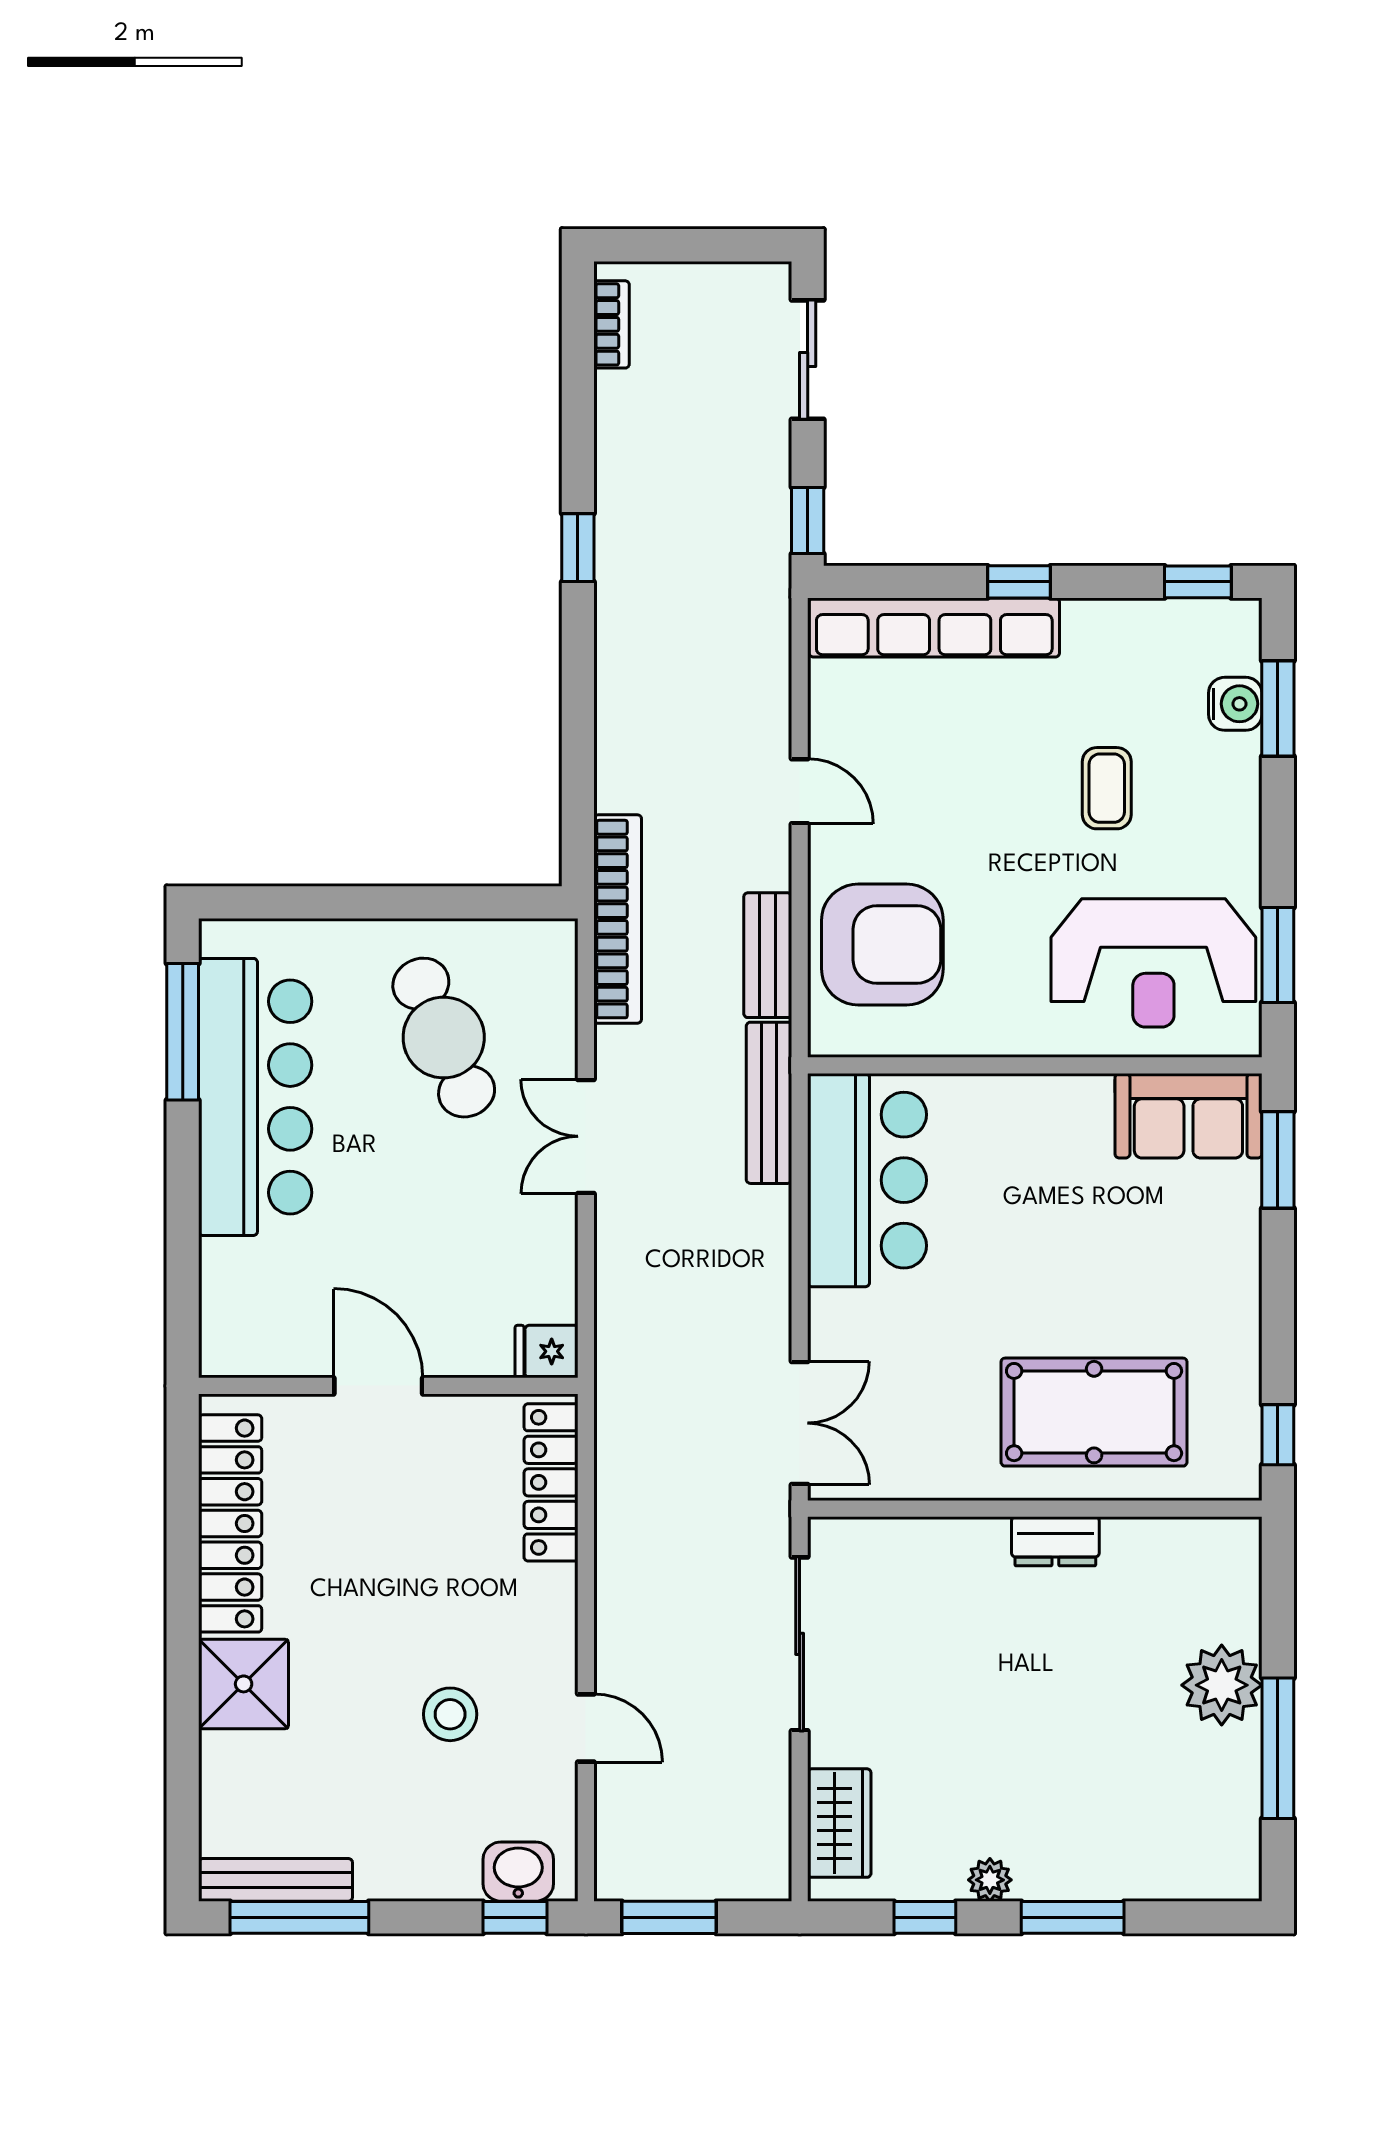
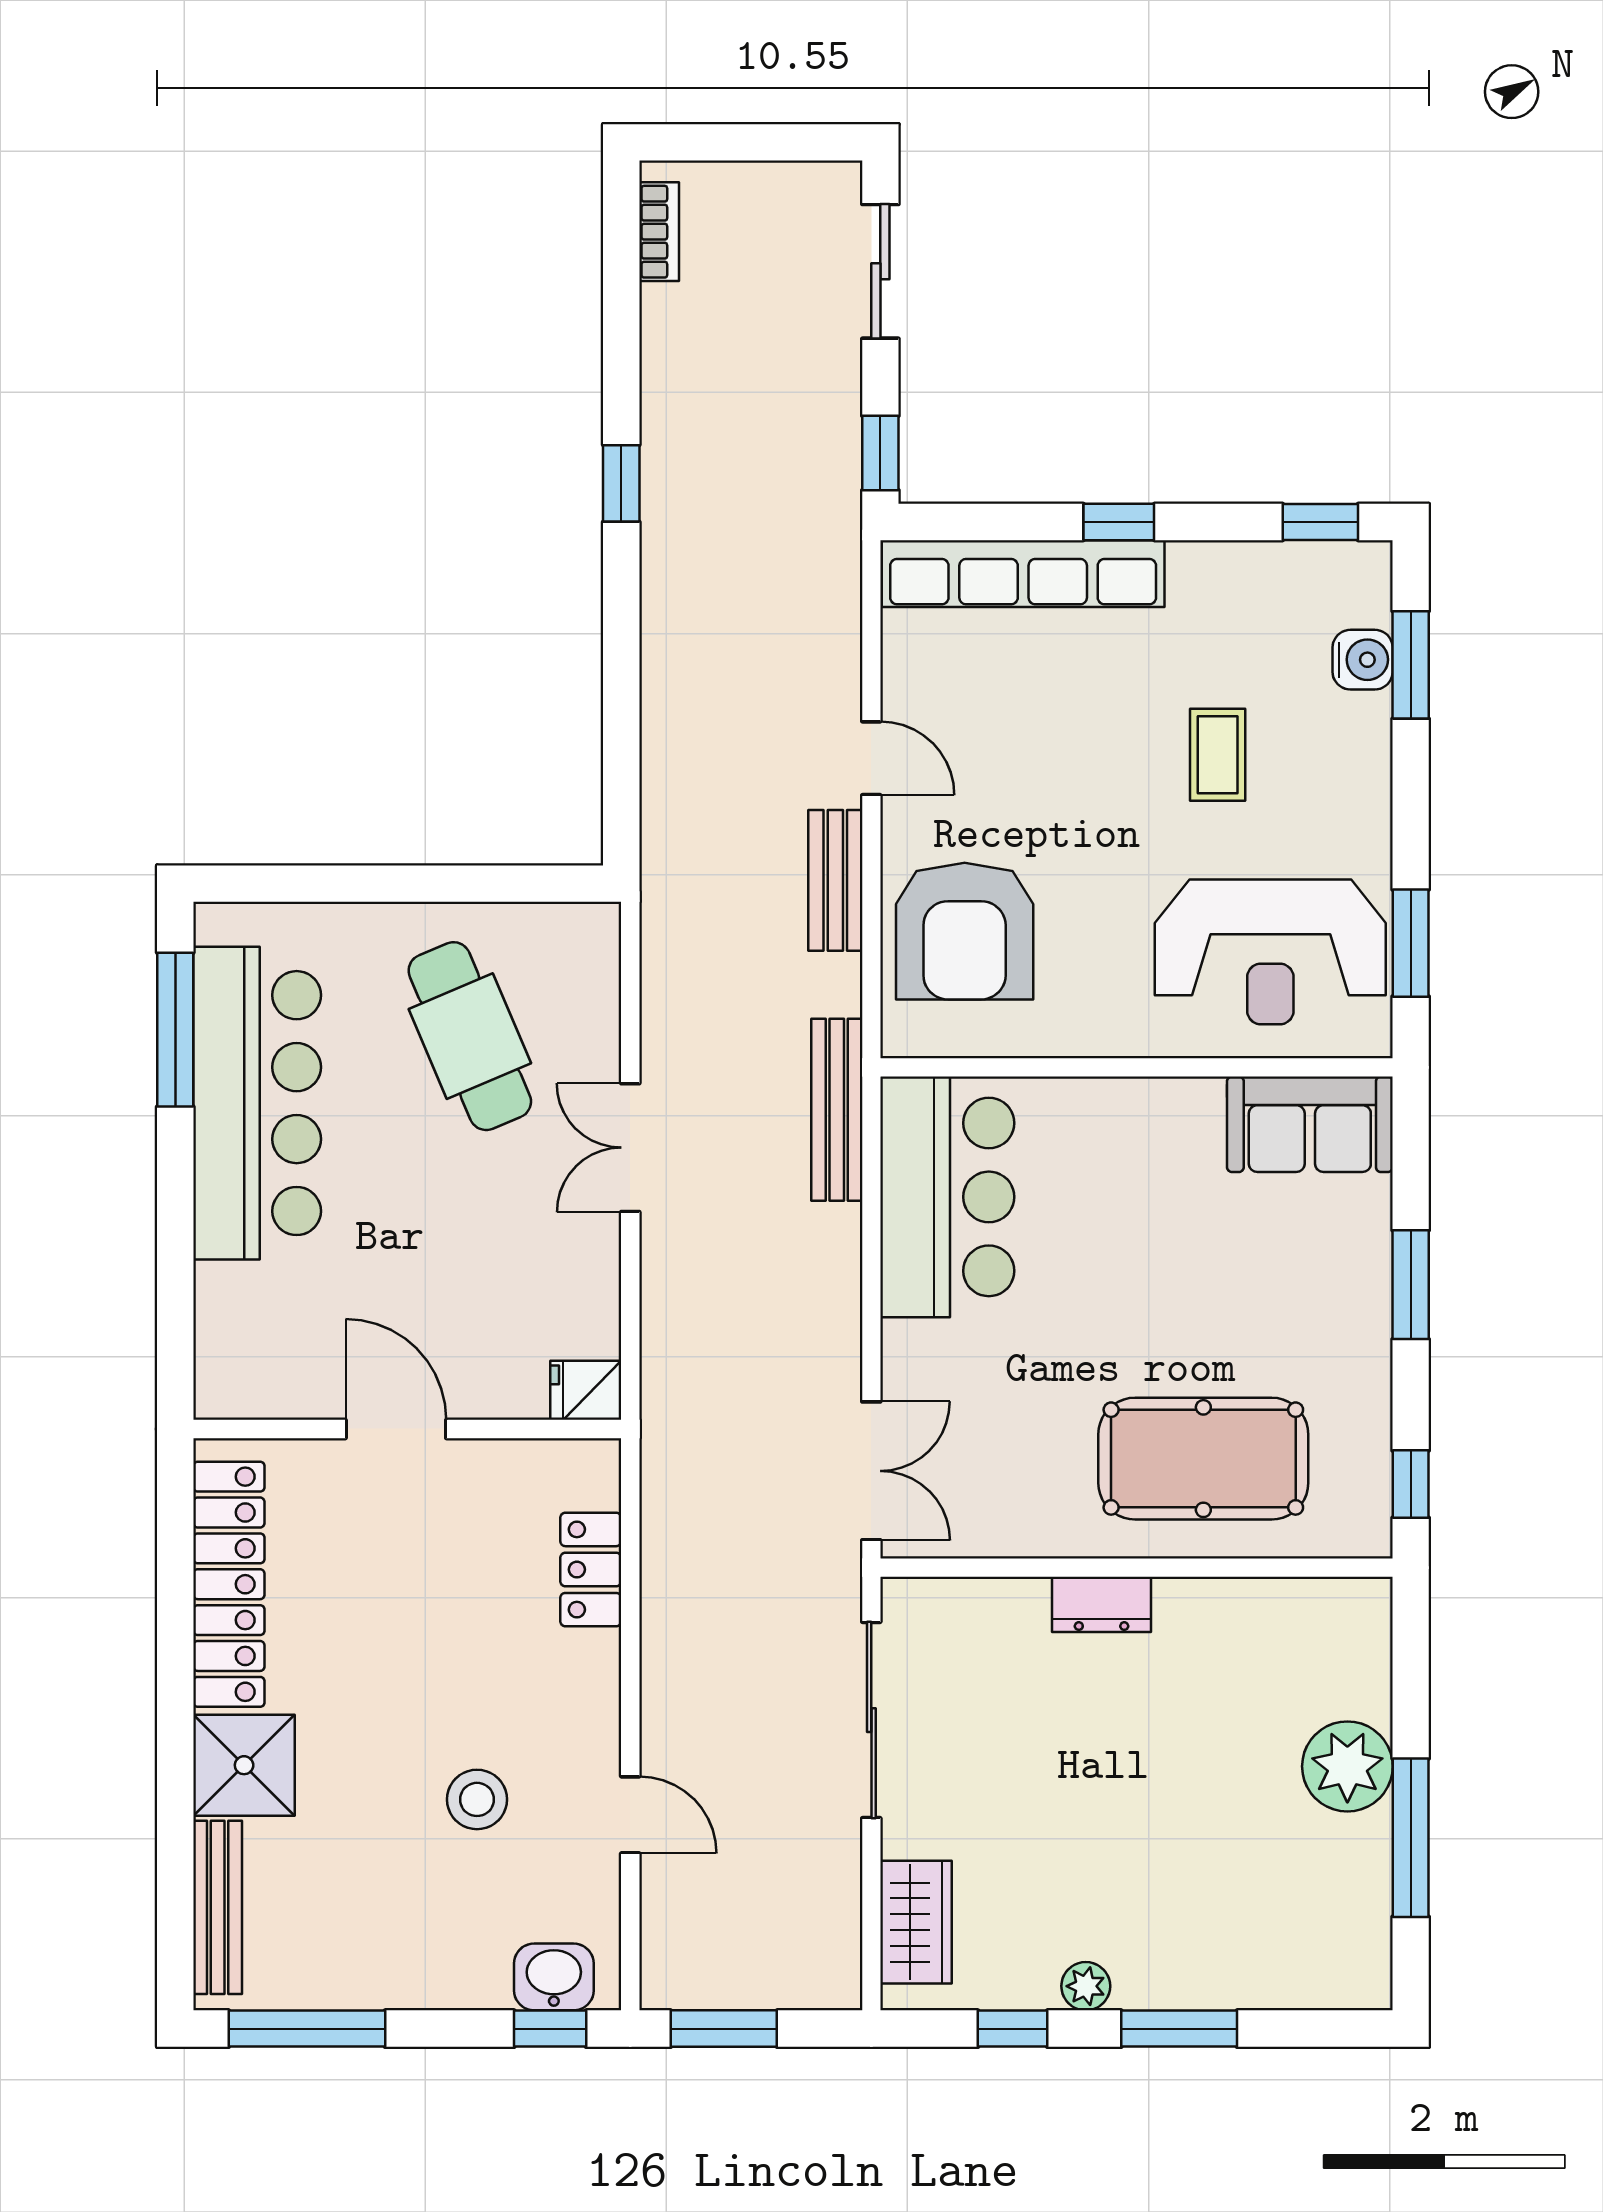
bookcase: (618, 919) -> (666, 902), removed
armchair: (882, 944) -> (965, 931), turned 90
bench: (768, 955) -> (835, 880), moved
window: (1278, 1160) -> (1411, 1285), moved
locker: (551, 1482) -> (591, 1570), width x0.66
dresser: (1055, 1541) -> (1102, 1604), moved
bench: (275, 1880) -> (218, 1907), moved, turned 90

